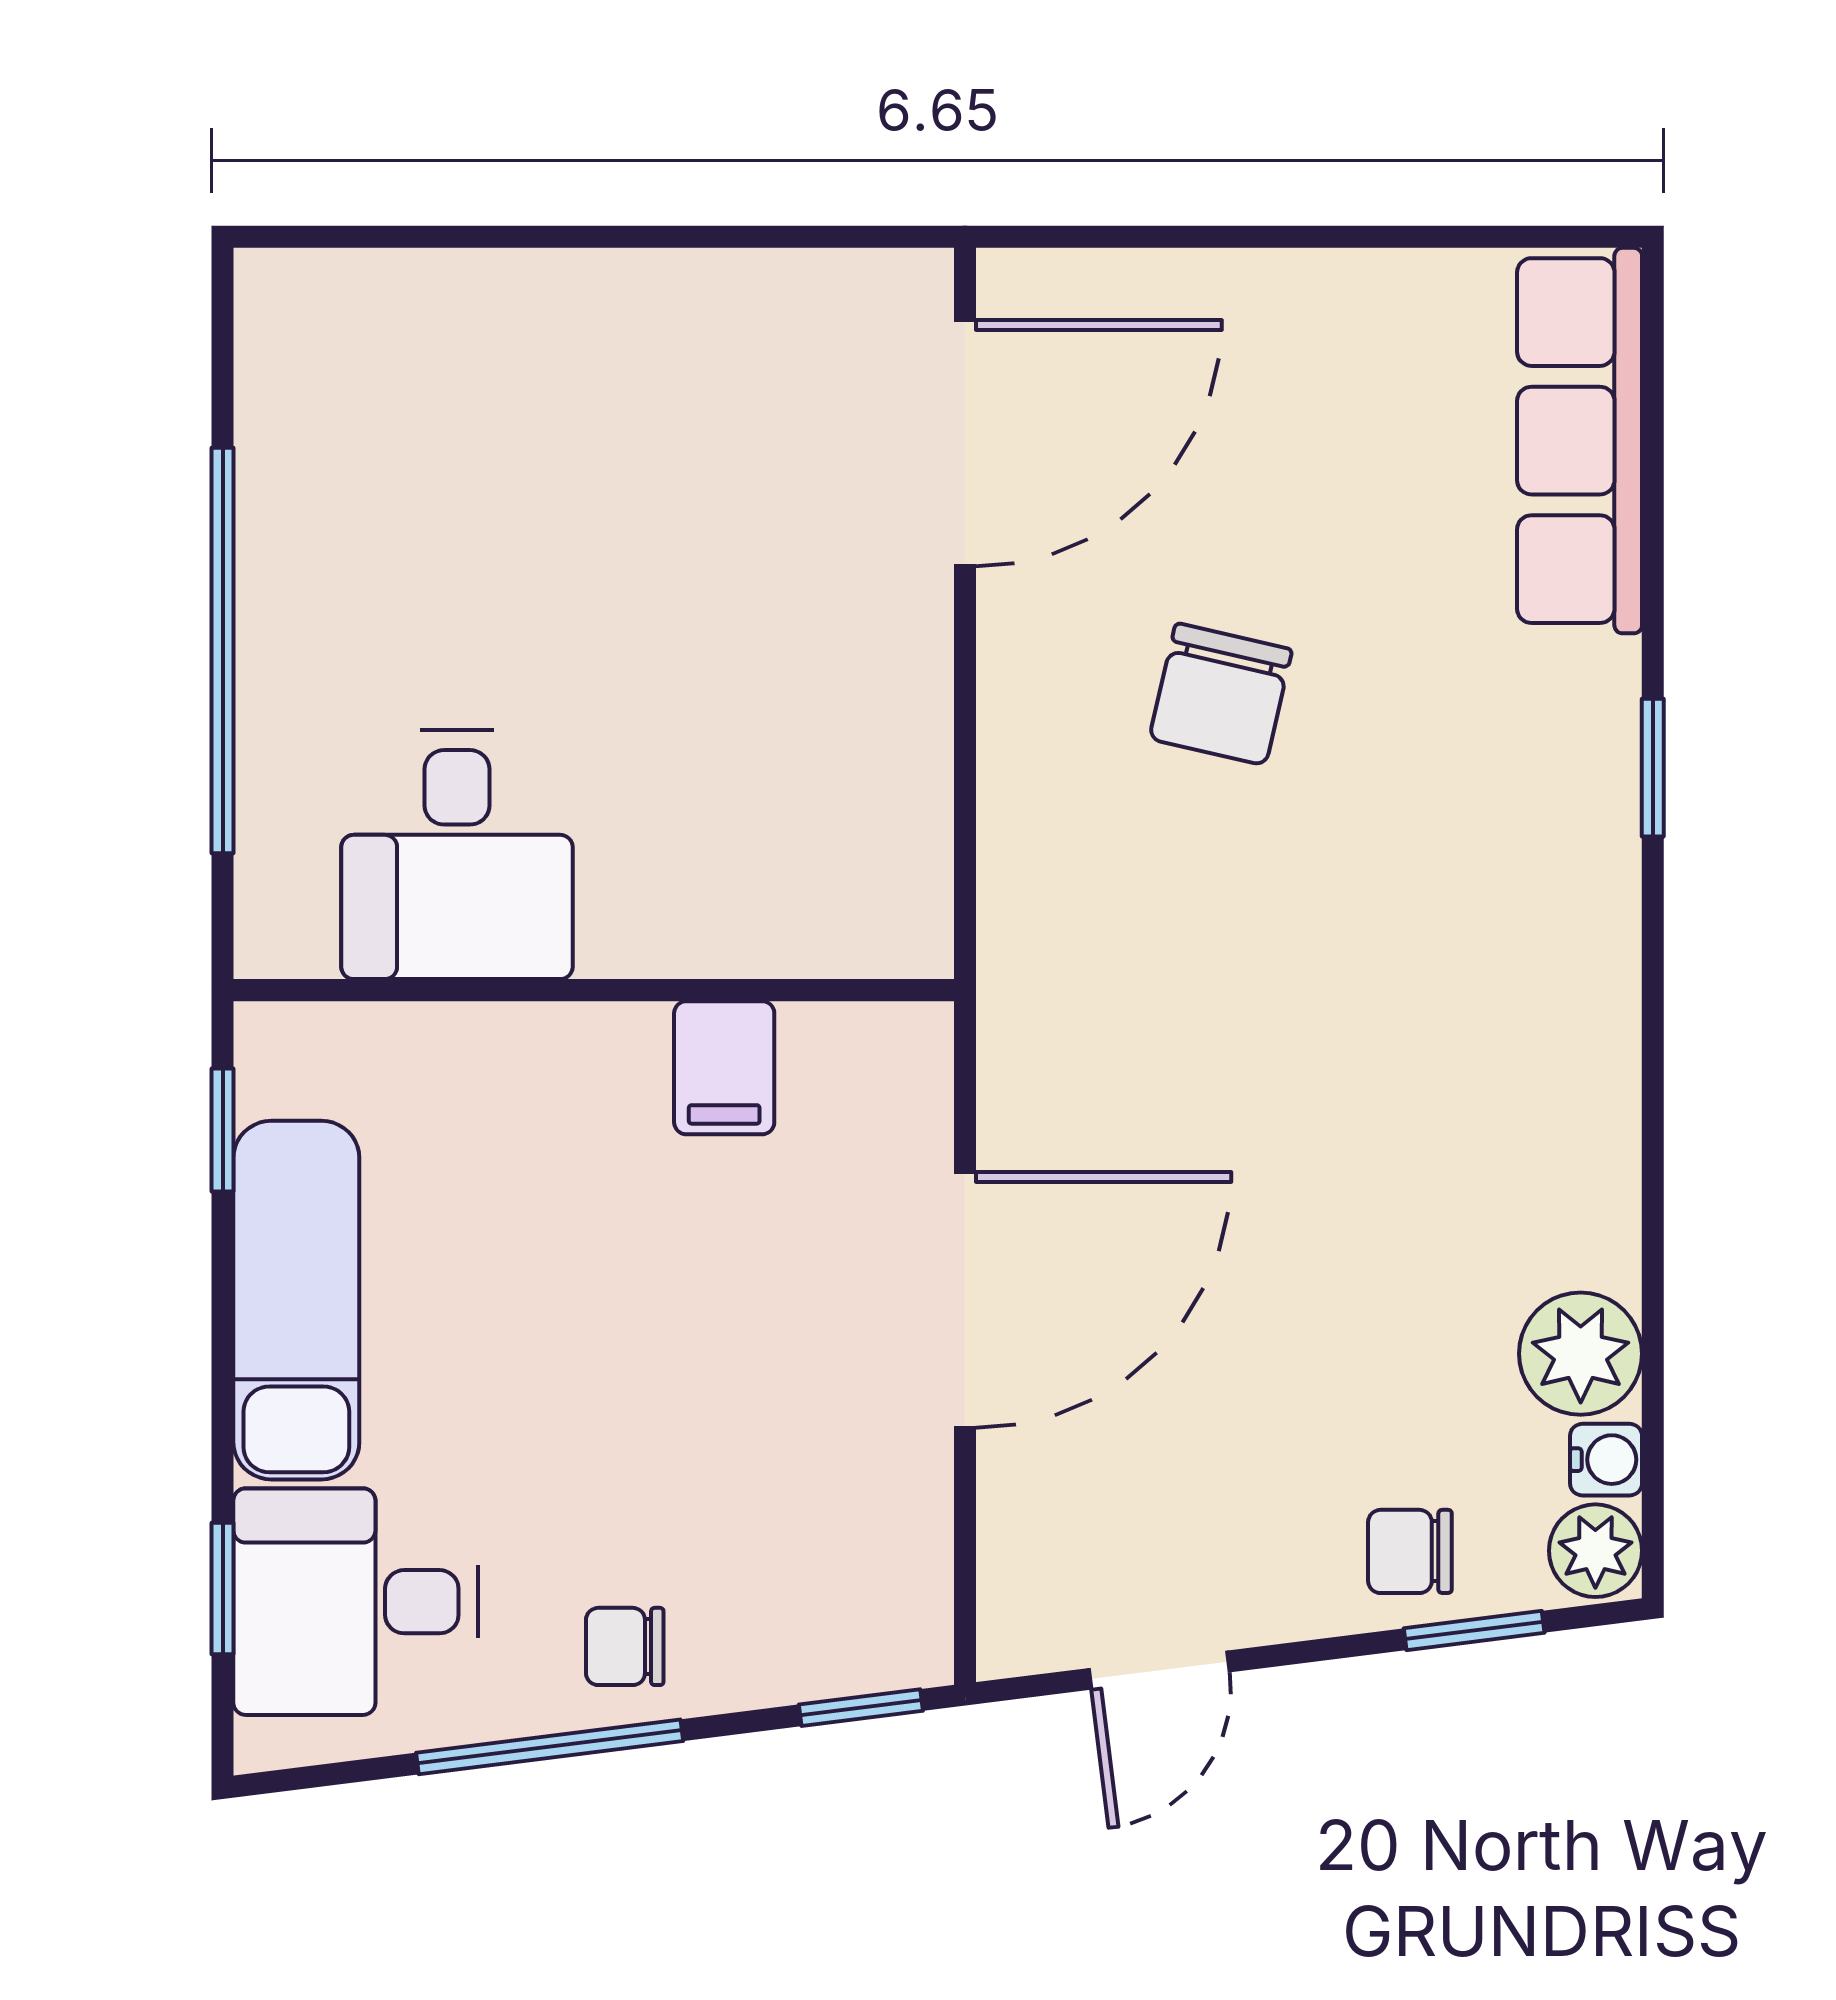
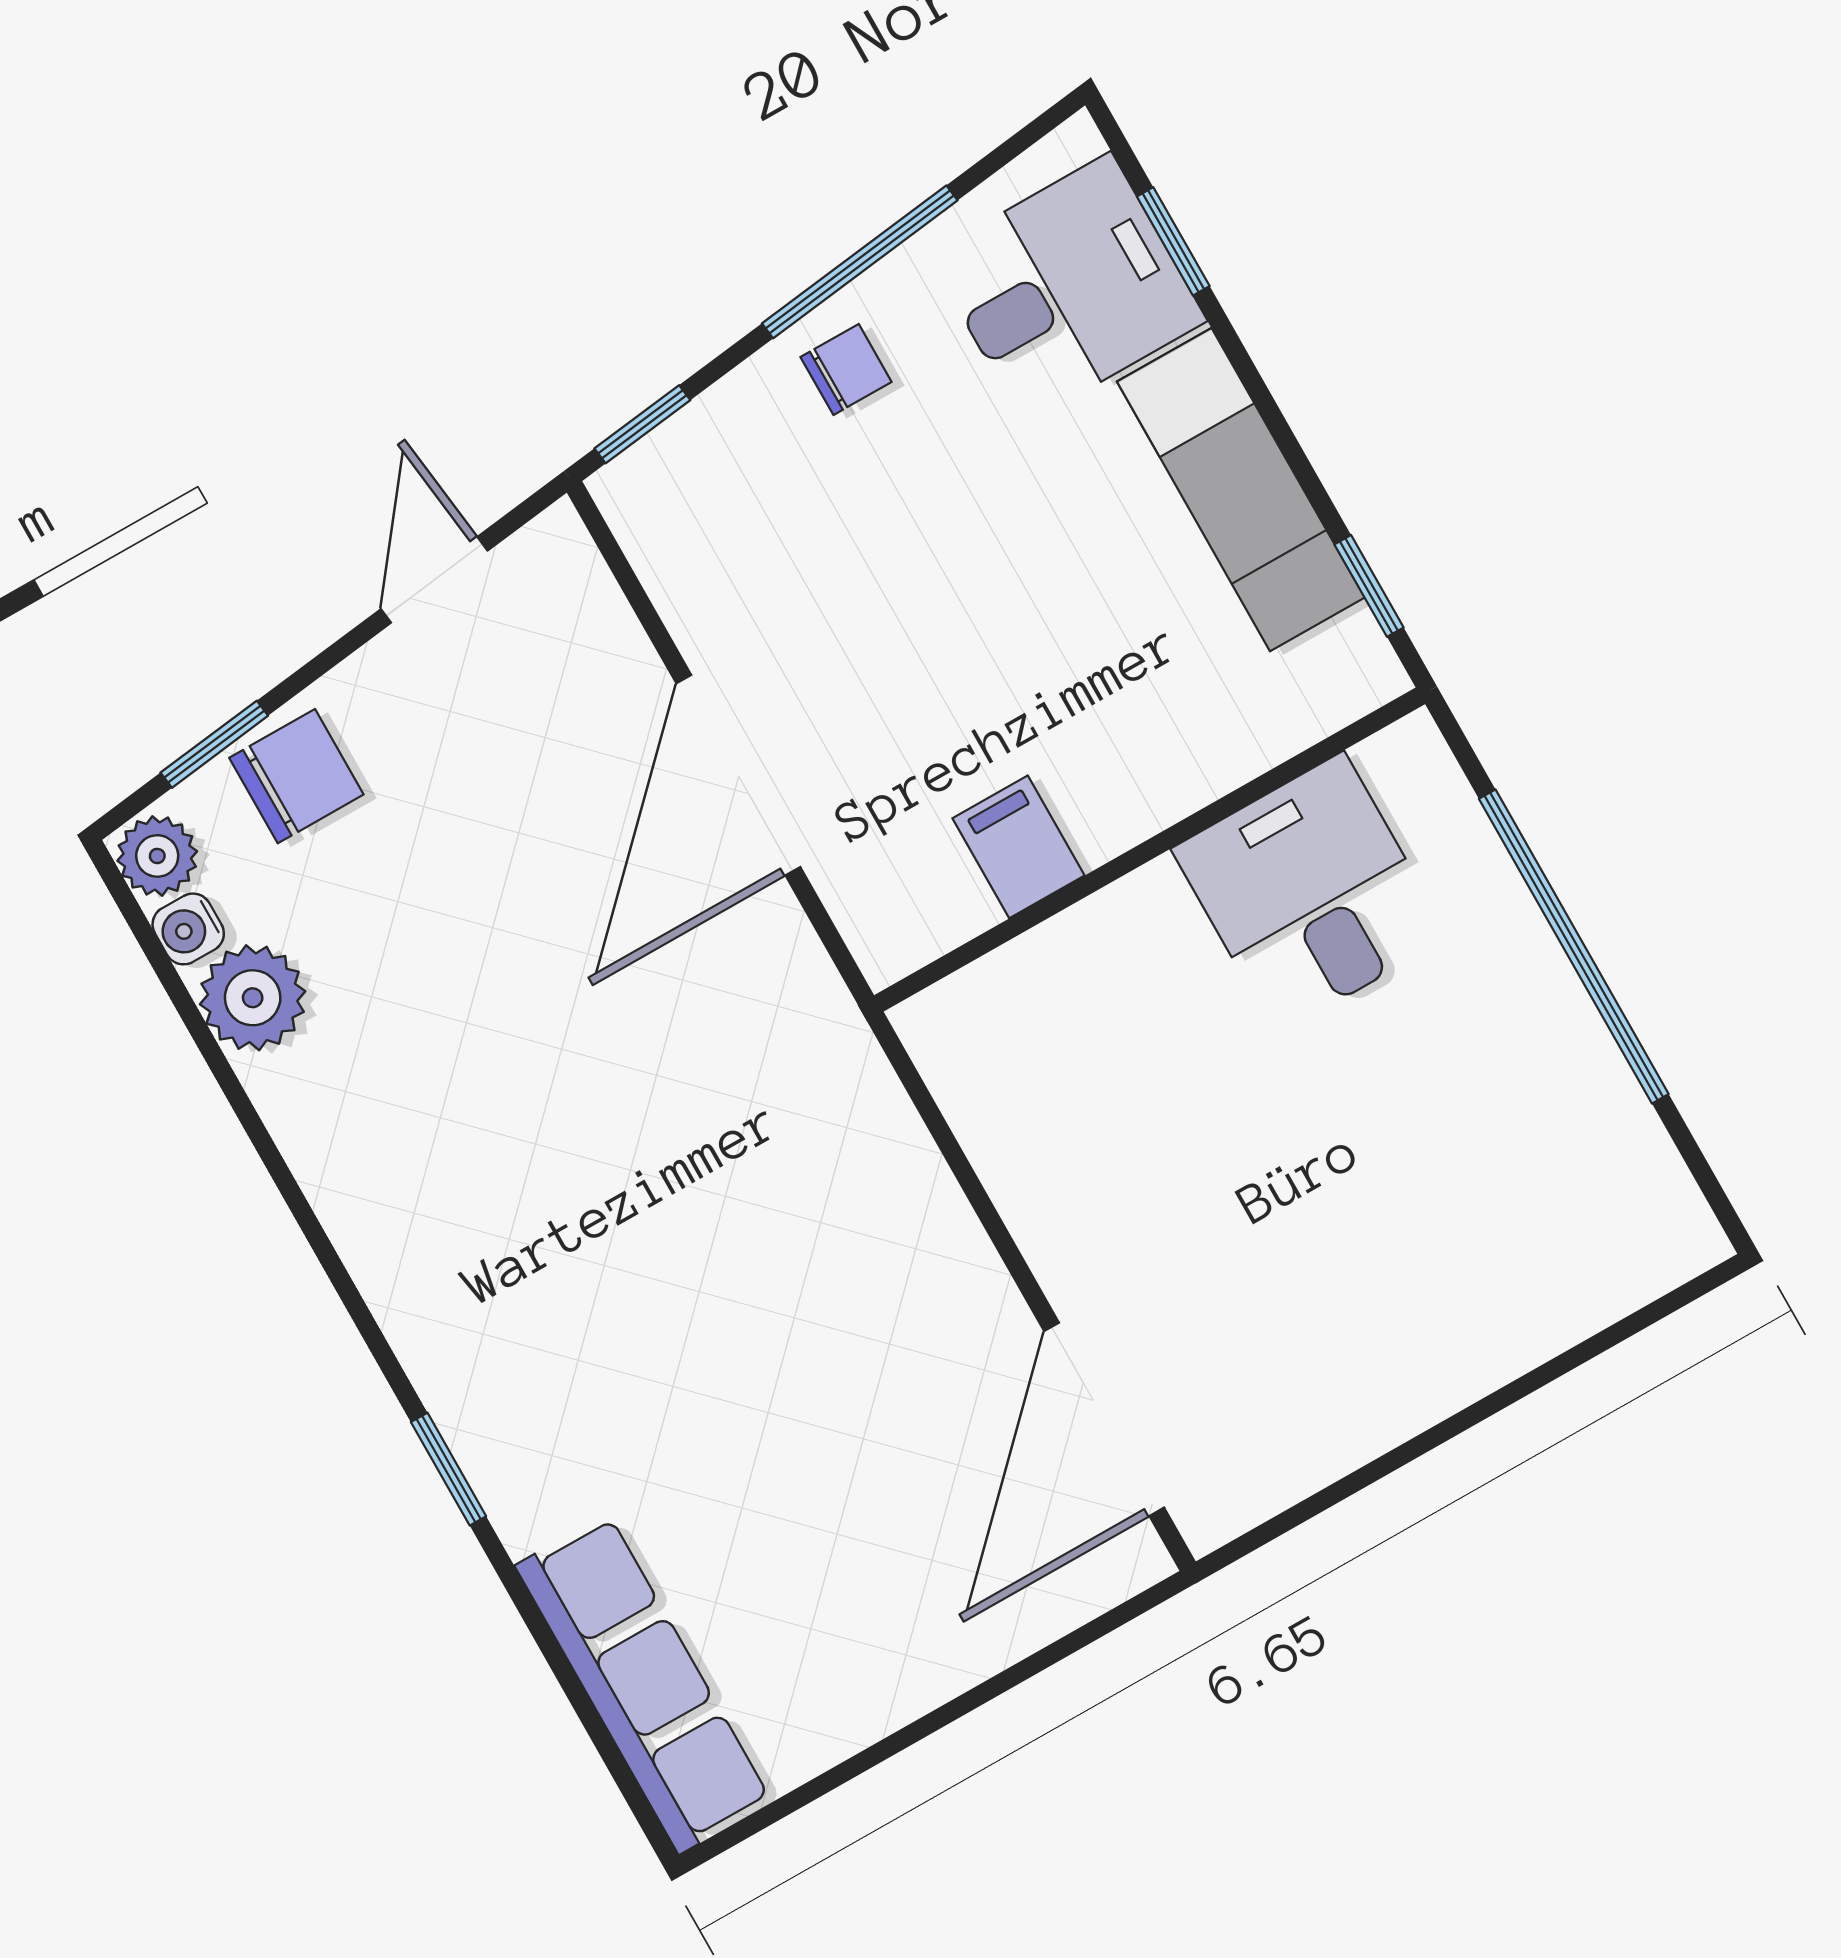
chair: (1221, 694) -> (805, 1340), removed
chair: (1410, 1551) -> (296, 776), width x1.37, depth x1.37

